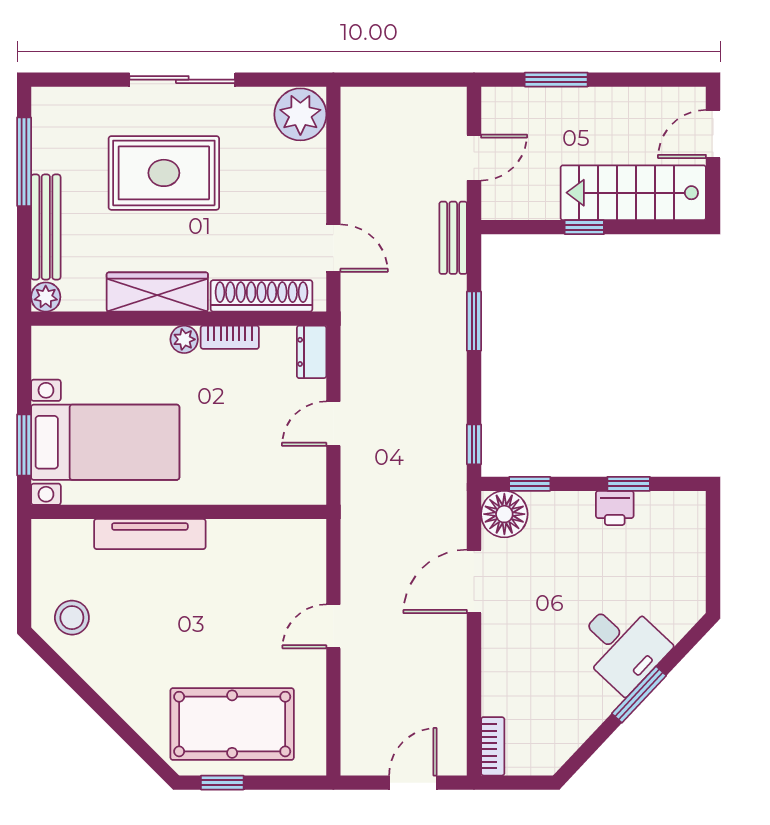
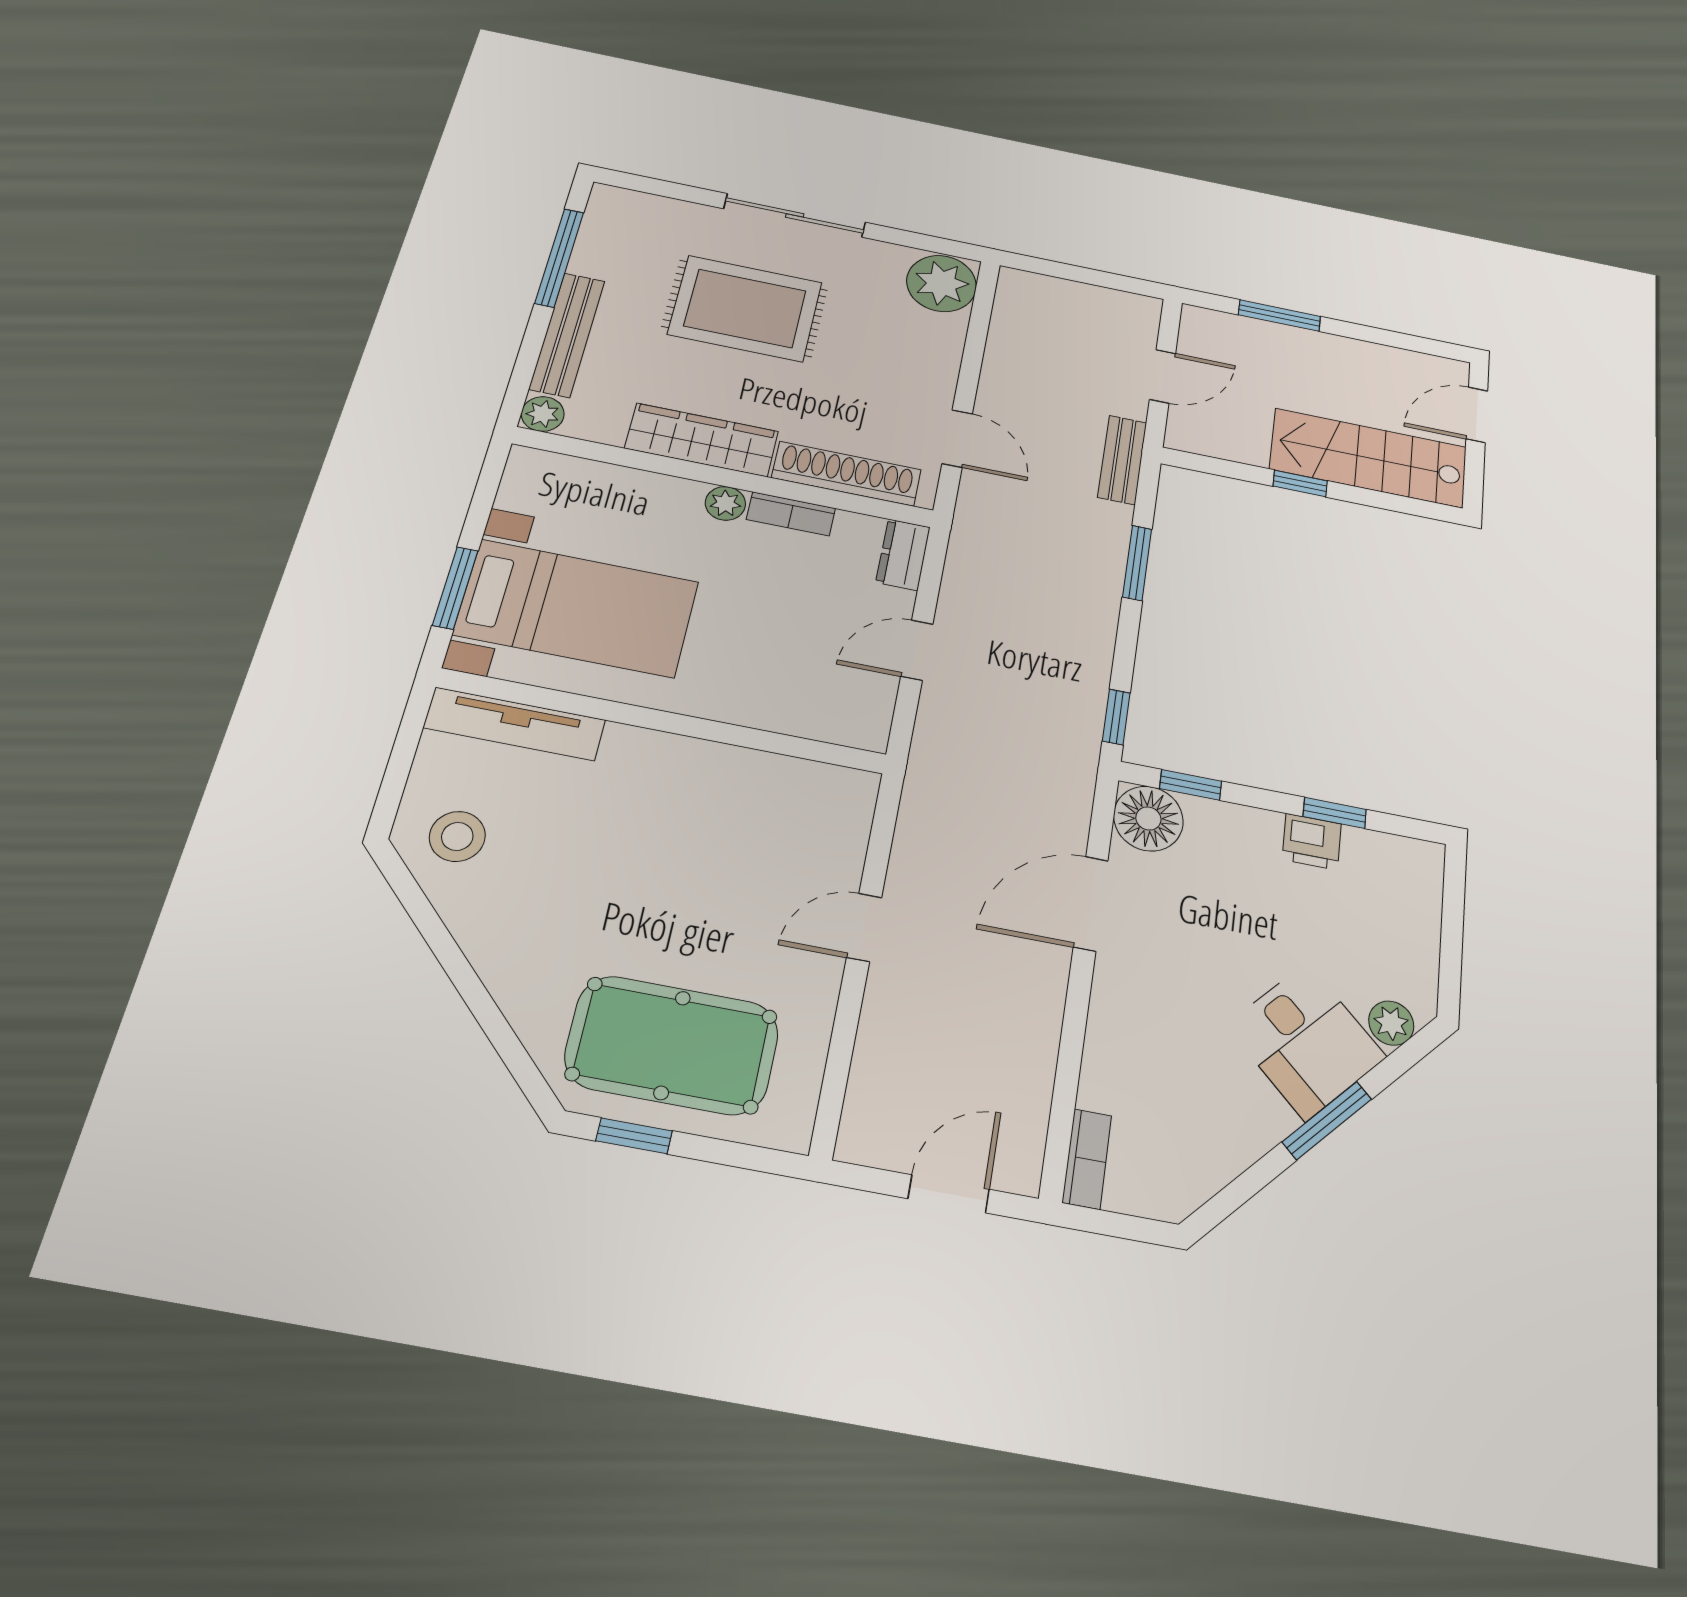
tv unit: (150, 534) -> (515, 724), moved
plant: (676, 623) -> (1391, 1023), added

